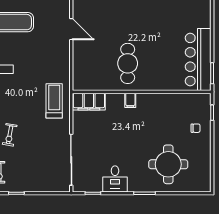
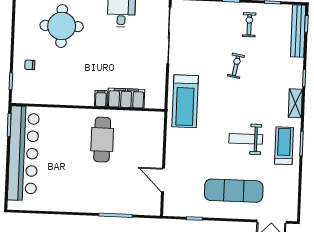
bar counter: (198, 59) -> (23, 153), width x1.36
treadmill: (54, 101) -> (185, 101), width x1.37, depth x1.38
filing cabinet: (89, 102) -> (126, 98), moved

